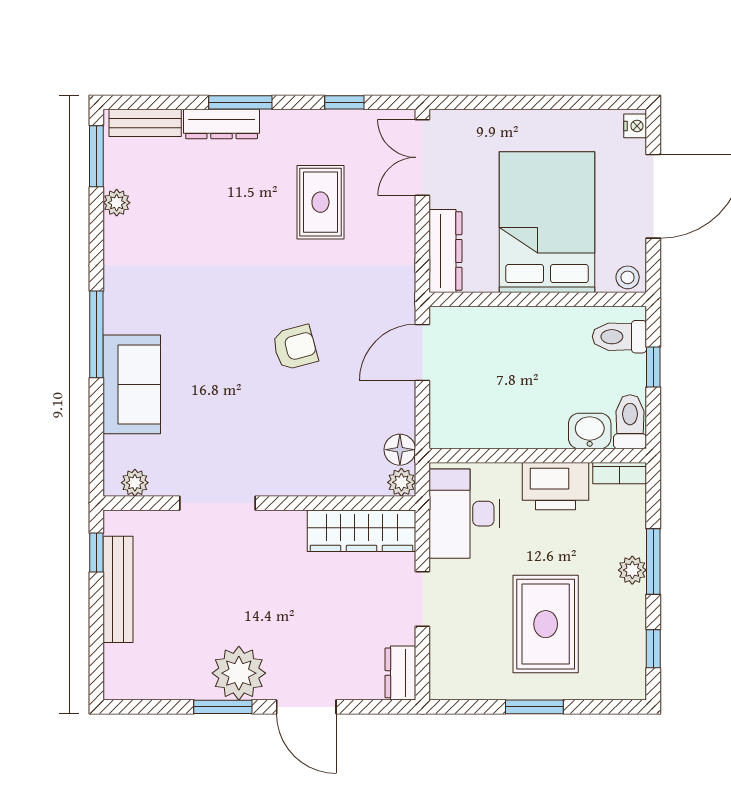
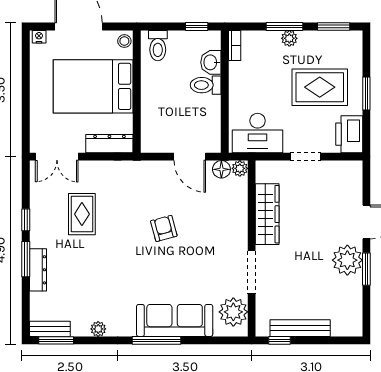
window: (344, 102) -> (26, 220), moved
bench: (145, 123) -> (50, 329), moved, turned 90
rug: (320, 202) -> (82, 214), turned 90
plant: (117, 203) -> (98, 329), moved
door: (422, 352) -> (190, 157), moved
window: (653, 367) -> (197, 27), moved
sofa: (132, 384) -> (175, 320), width x1.36
toilet: (630, 422) -> (206, 85), moved
plant: (135, 483) -> (233, 312), width x1.87, depth x1.87
printer: (555, 486) -> (349, 134), moved, turned 180
wardrobe: (362, 531) -> (267, 214), moved
window: (653, 649) -> (334, 27), width x1.50
dresser: (400, 673) -> (347, 169), removed

